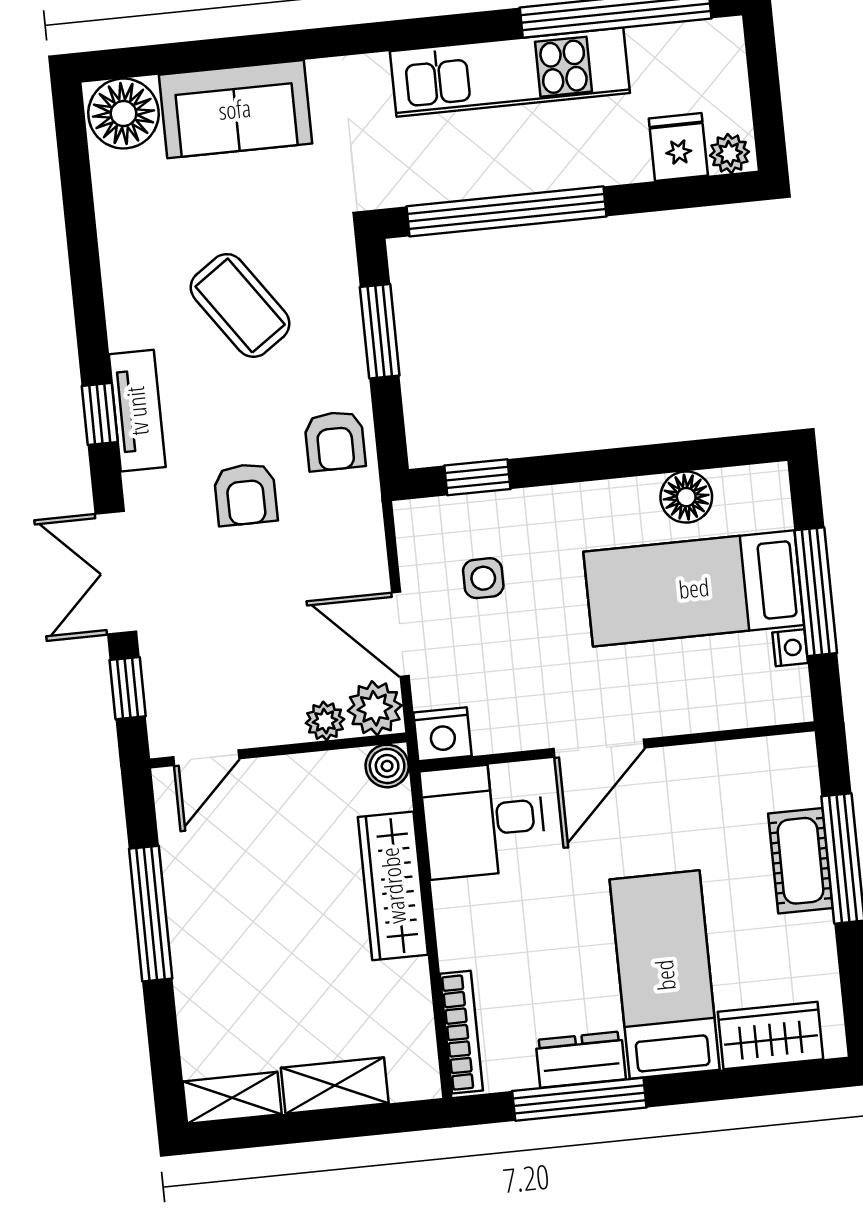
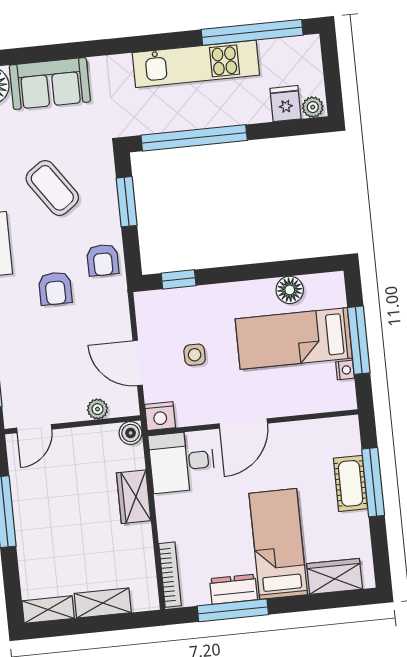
side table: (483, 578) -> (195, 355), moved
plant: (375, 708) -> (124, 402), removed
wardrobe: (393, 886) -> (134, 497), width x0.67

